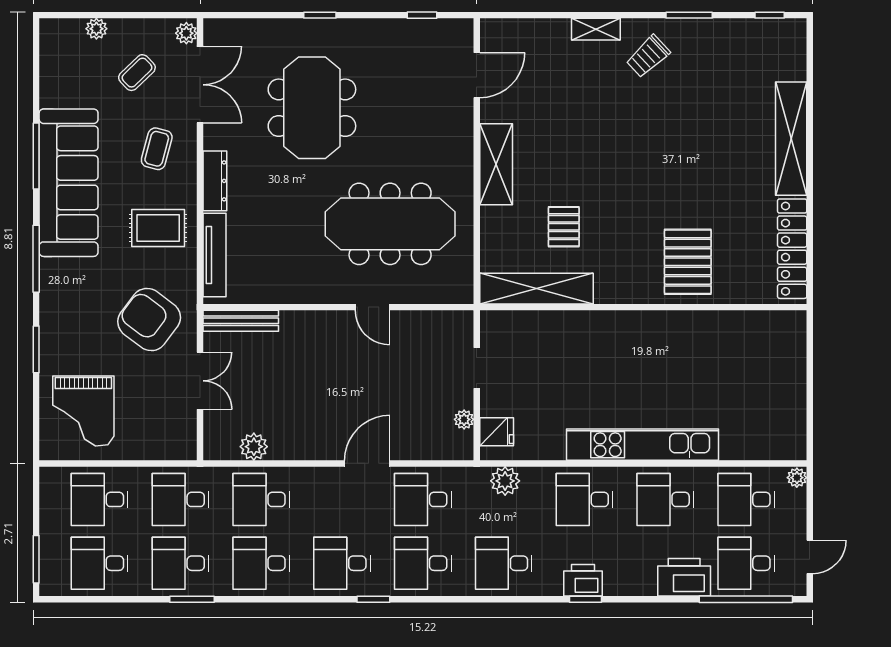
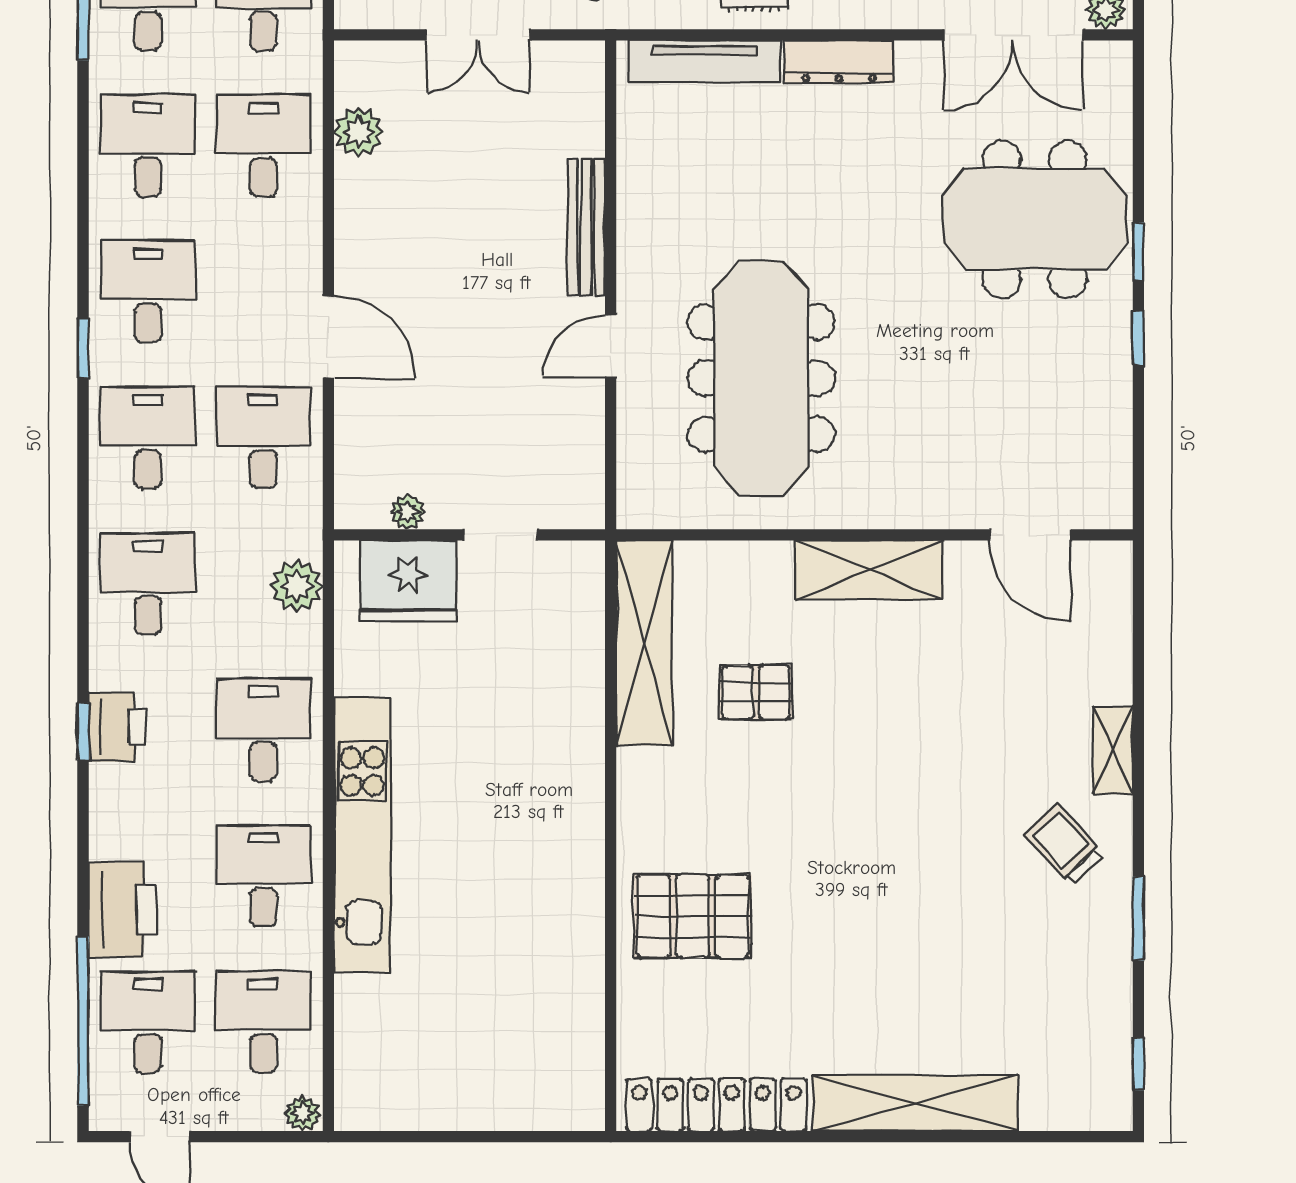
window: (422, 15) -> (1138, 338), moved
meeting table: (312, 108) -> (1035, 219), moved
bench: (241, 321) -> (586, 227), moved
fridge: (497, 432) -> (408, 581), width x1.88, depth x1.34

